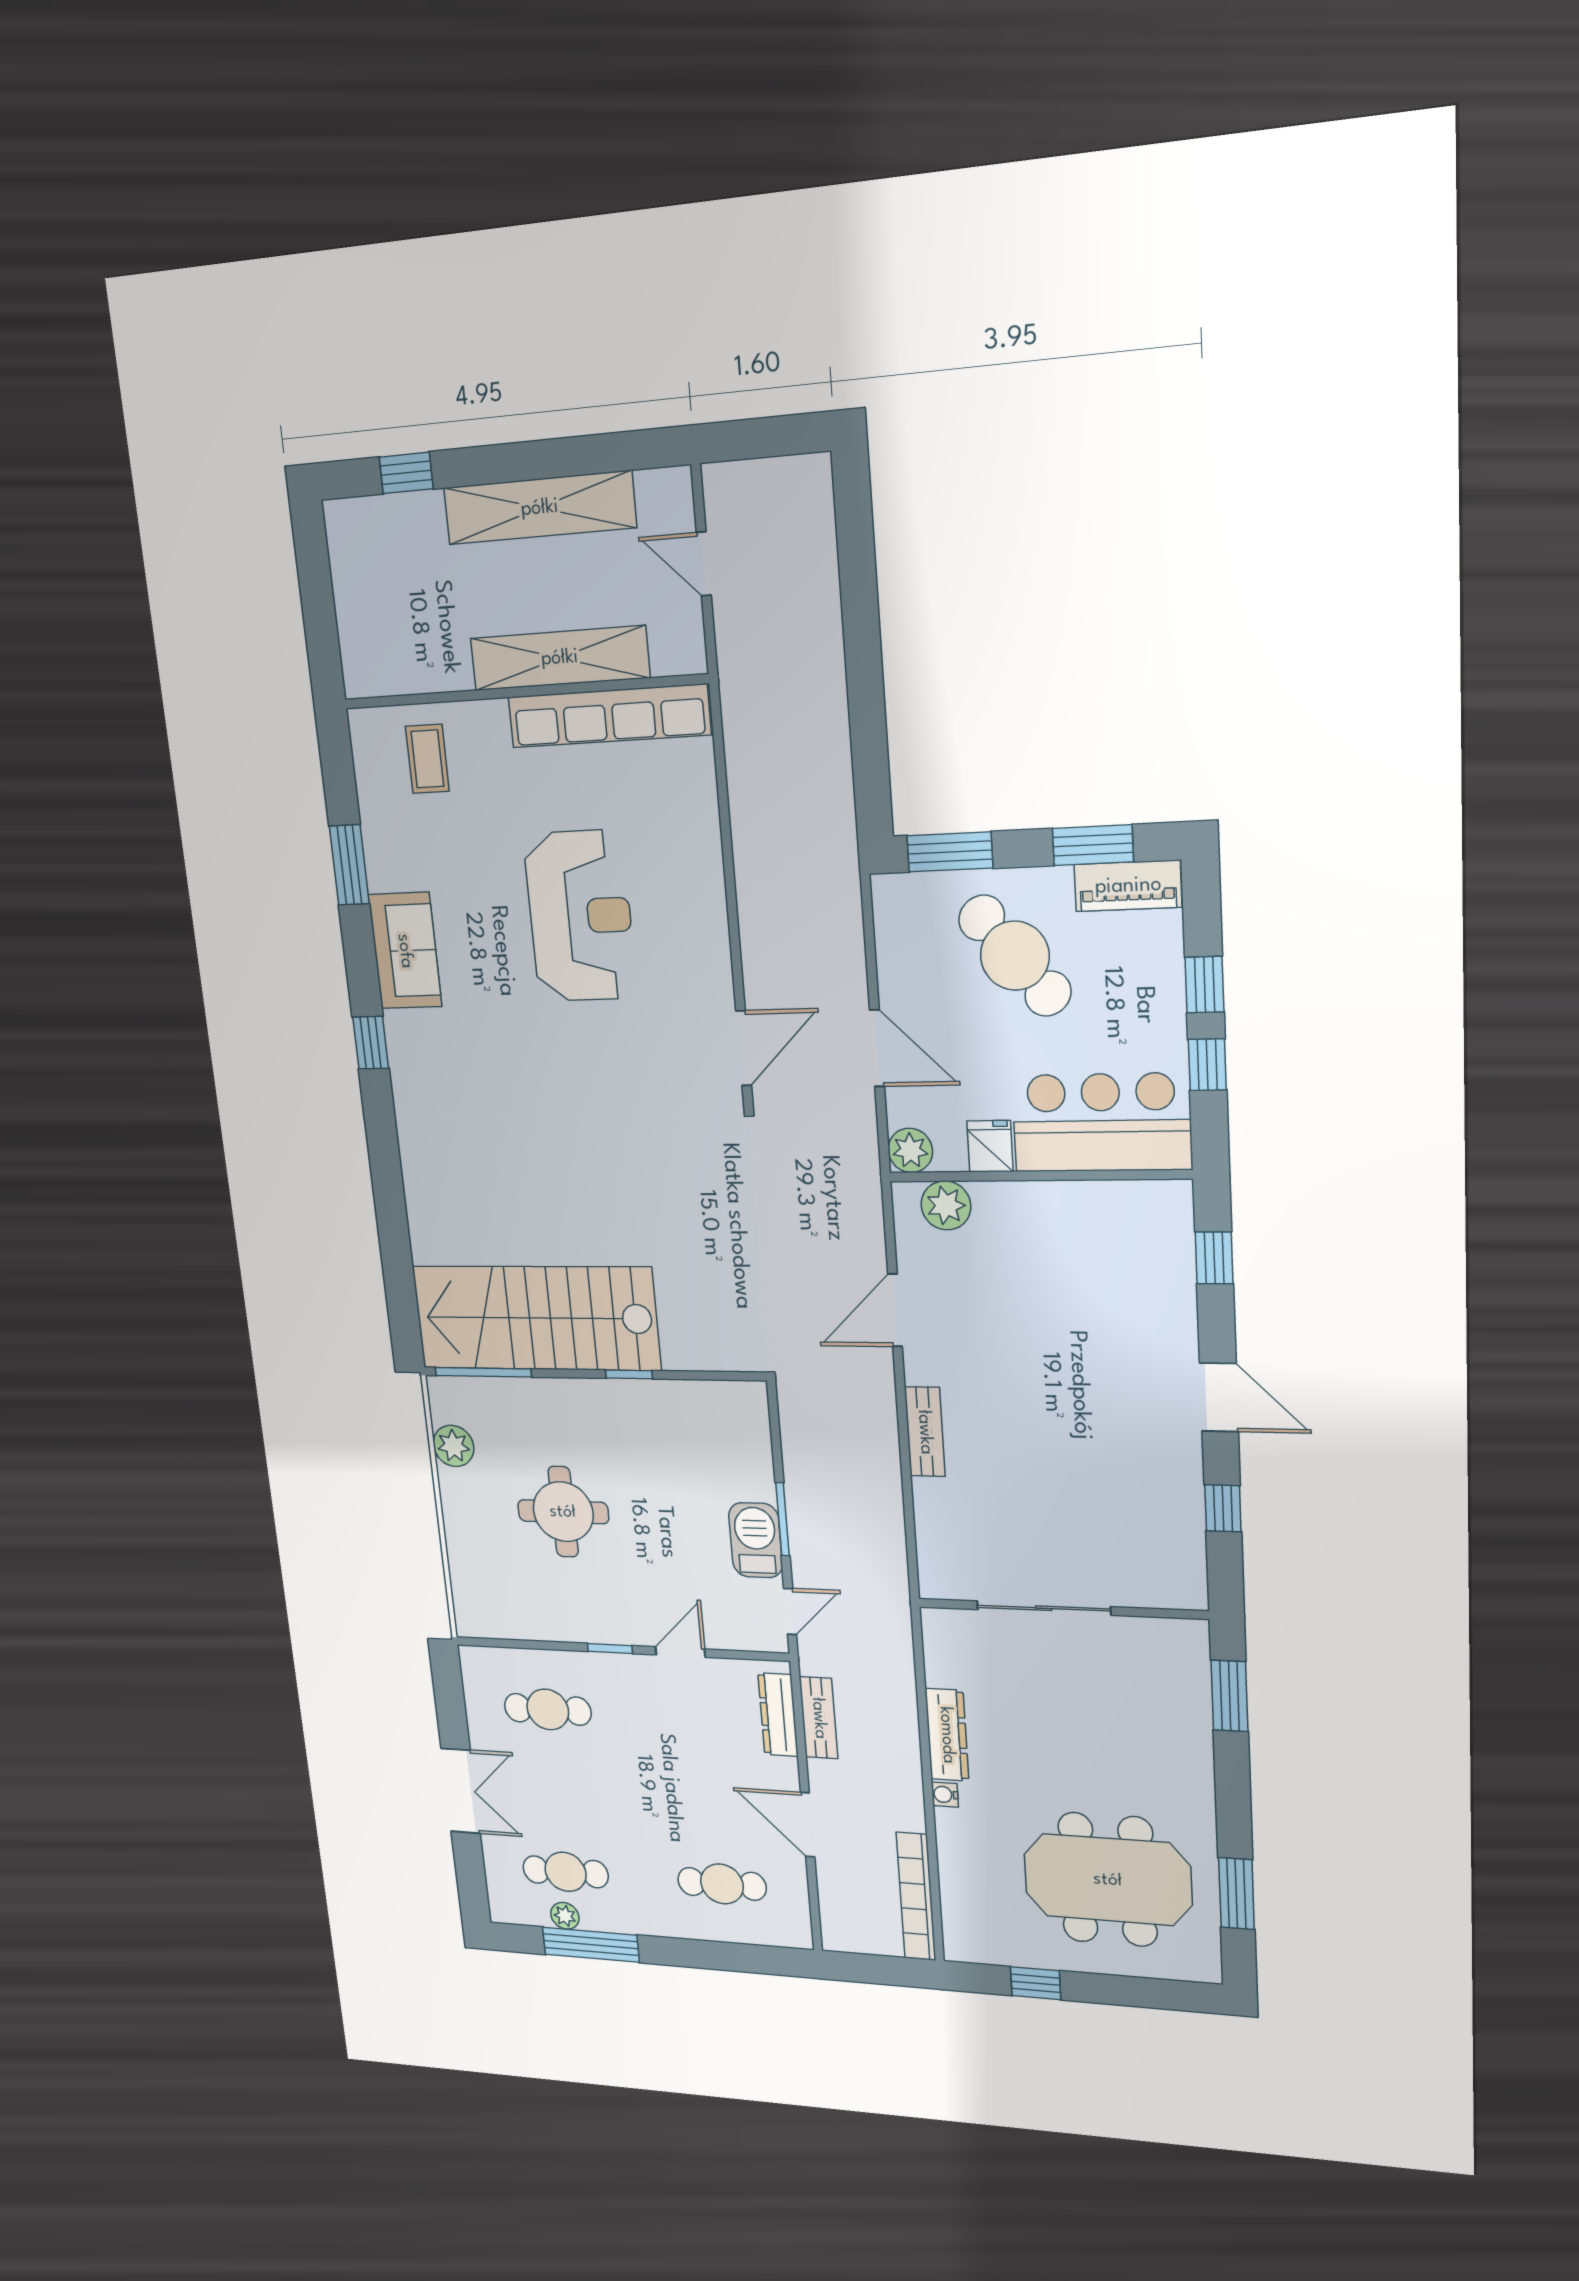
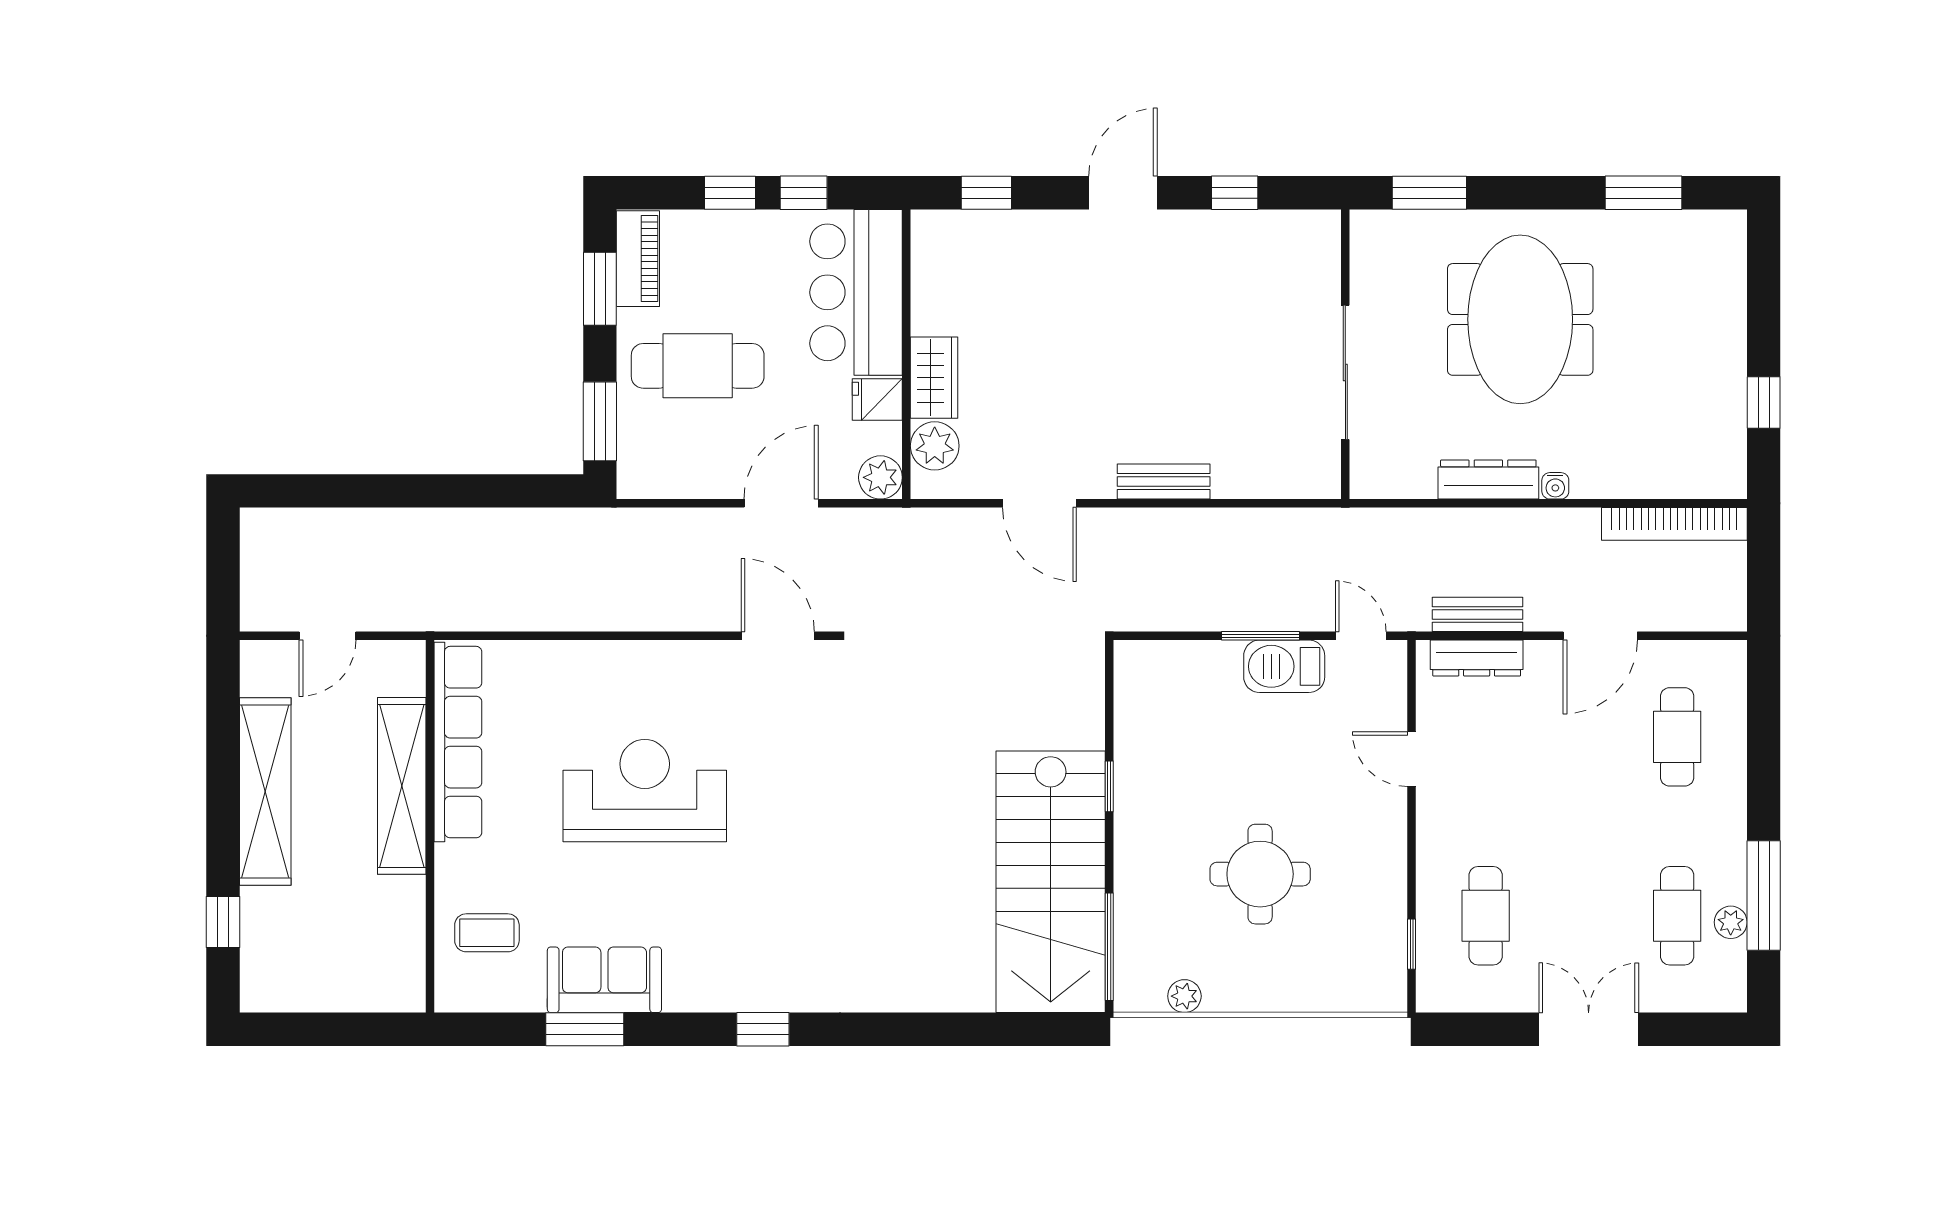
sofa: (405, 951) -> (604, 980), moved
cafe table: (1015, 956) -> (698, 366), turned 39
wardrobe: (1016, 1204) -> (934, 378), added
plant: (453, 1446) -> (1184, 996), width x0.73, depth x0.73
window: (610, 1648) -> (1412, 944), moved
meeting table: (1108, 1880) -> (1520, 319), moved

